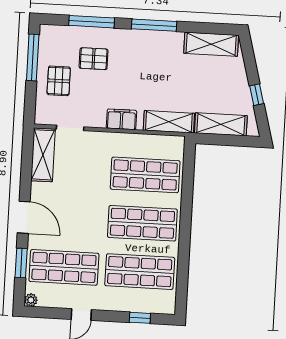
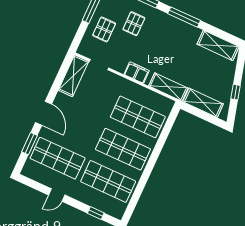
pallet: (94, 59) -> (134, 24), turned 90
plant: (31, 300) -> (26, 172), removed

